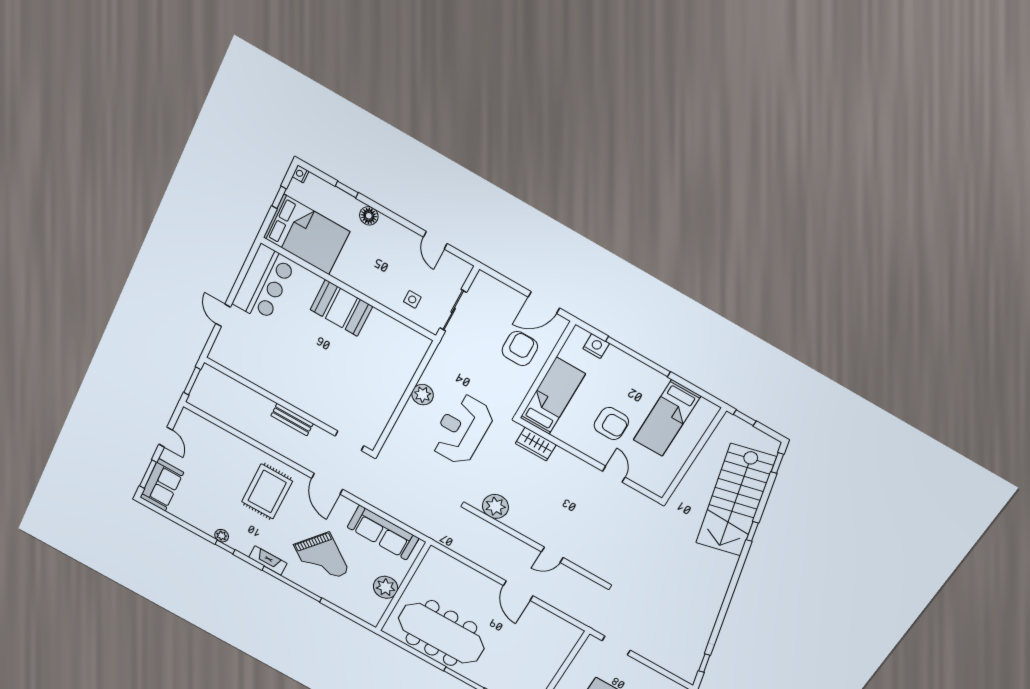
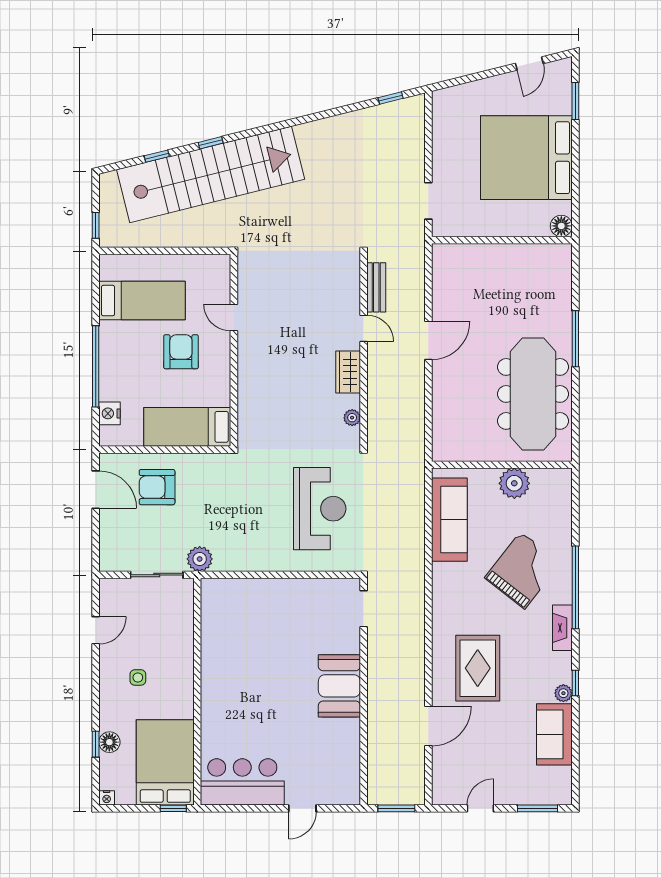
window: (279, 197) -> (173, 808), moved
floor lamp: (369, 216) -> (109, 742), moved
side table: (412, 299) -> (138, 677), moved
booth: (341, 308) -> (339, 686), moved
plant: (423, 395) -> (200, 559), moved
bench: (292, 420) -> (376, 287), moved
reception desk: (462, 429) -> (320, 509), moved, turned -90
wardrobe: (536, 444) -> (348, 372), moved, turned 180
window: (777, 463) -> (157, 156), moved
door: (614, 474) -> (234, 317), hinge flipped
door: (327, 484) -> (428, 726), moved
sofa: (162, 485) -> (554, 734), moved, turned -90
rug: (267, 491) -> (478, 668), turned 90
stairs: (736, 500) -> (211, 174), width x1.36
plant: (495, 506) -> (352, 418), width x0.53, depth x0.53

